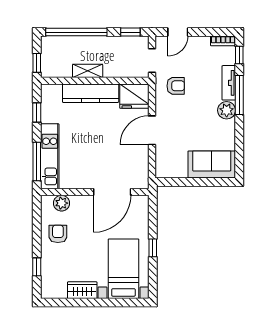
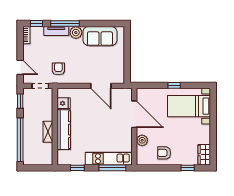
window: (37, 63) -> (42, 168), removed
fridge: (134, 96) -> (64, 103), width x0.53, depth x0.75
door: (152, 130) -> (101, 86), moved
sofa: (212, 164) -> (100, 36), moved, turned -90
plant: (62, 203) -> (142, 140), moved
wardrobe: (82, 290) -> (204, 155), moved

